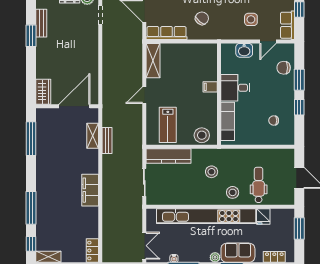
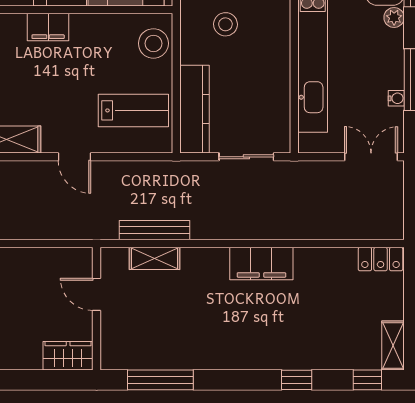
filing cabinet: (210, 87) -> (48, 27), width x2.00
door: (74, 106) -> (97, 294), width x0.53
bench: (107, 140) -> (154, 230), width x1.36
window: (31, 208) -> (297, 380), width x0.46

